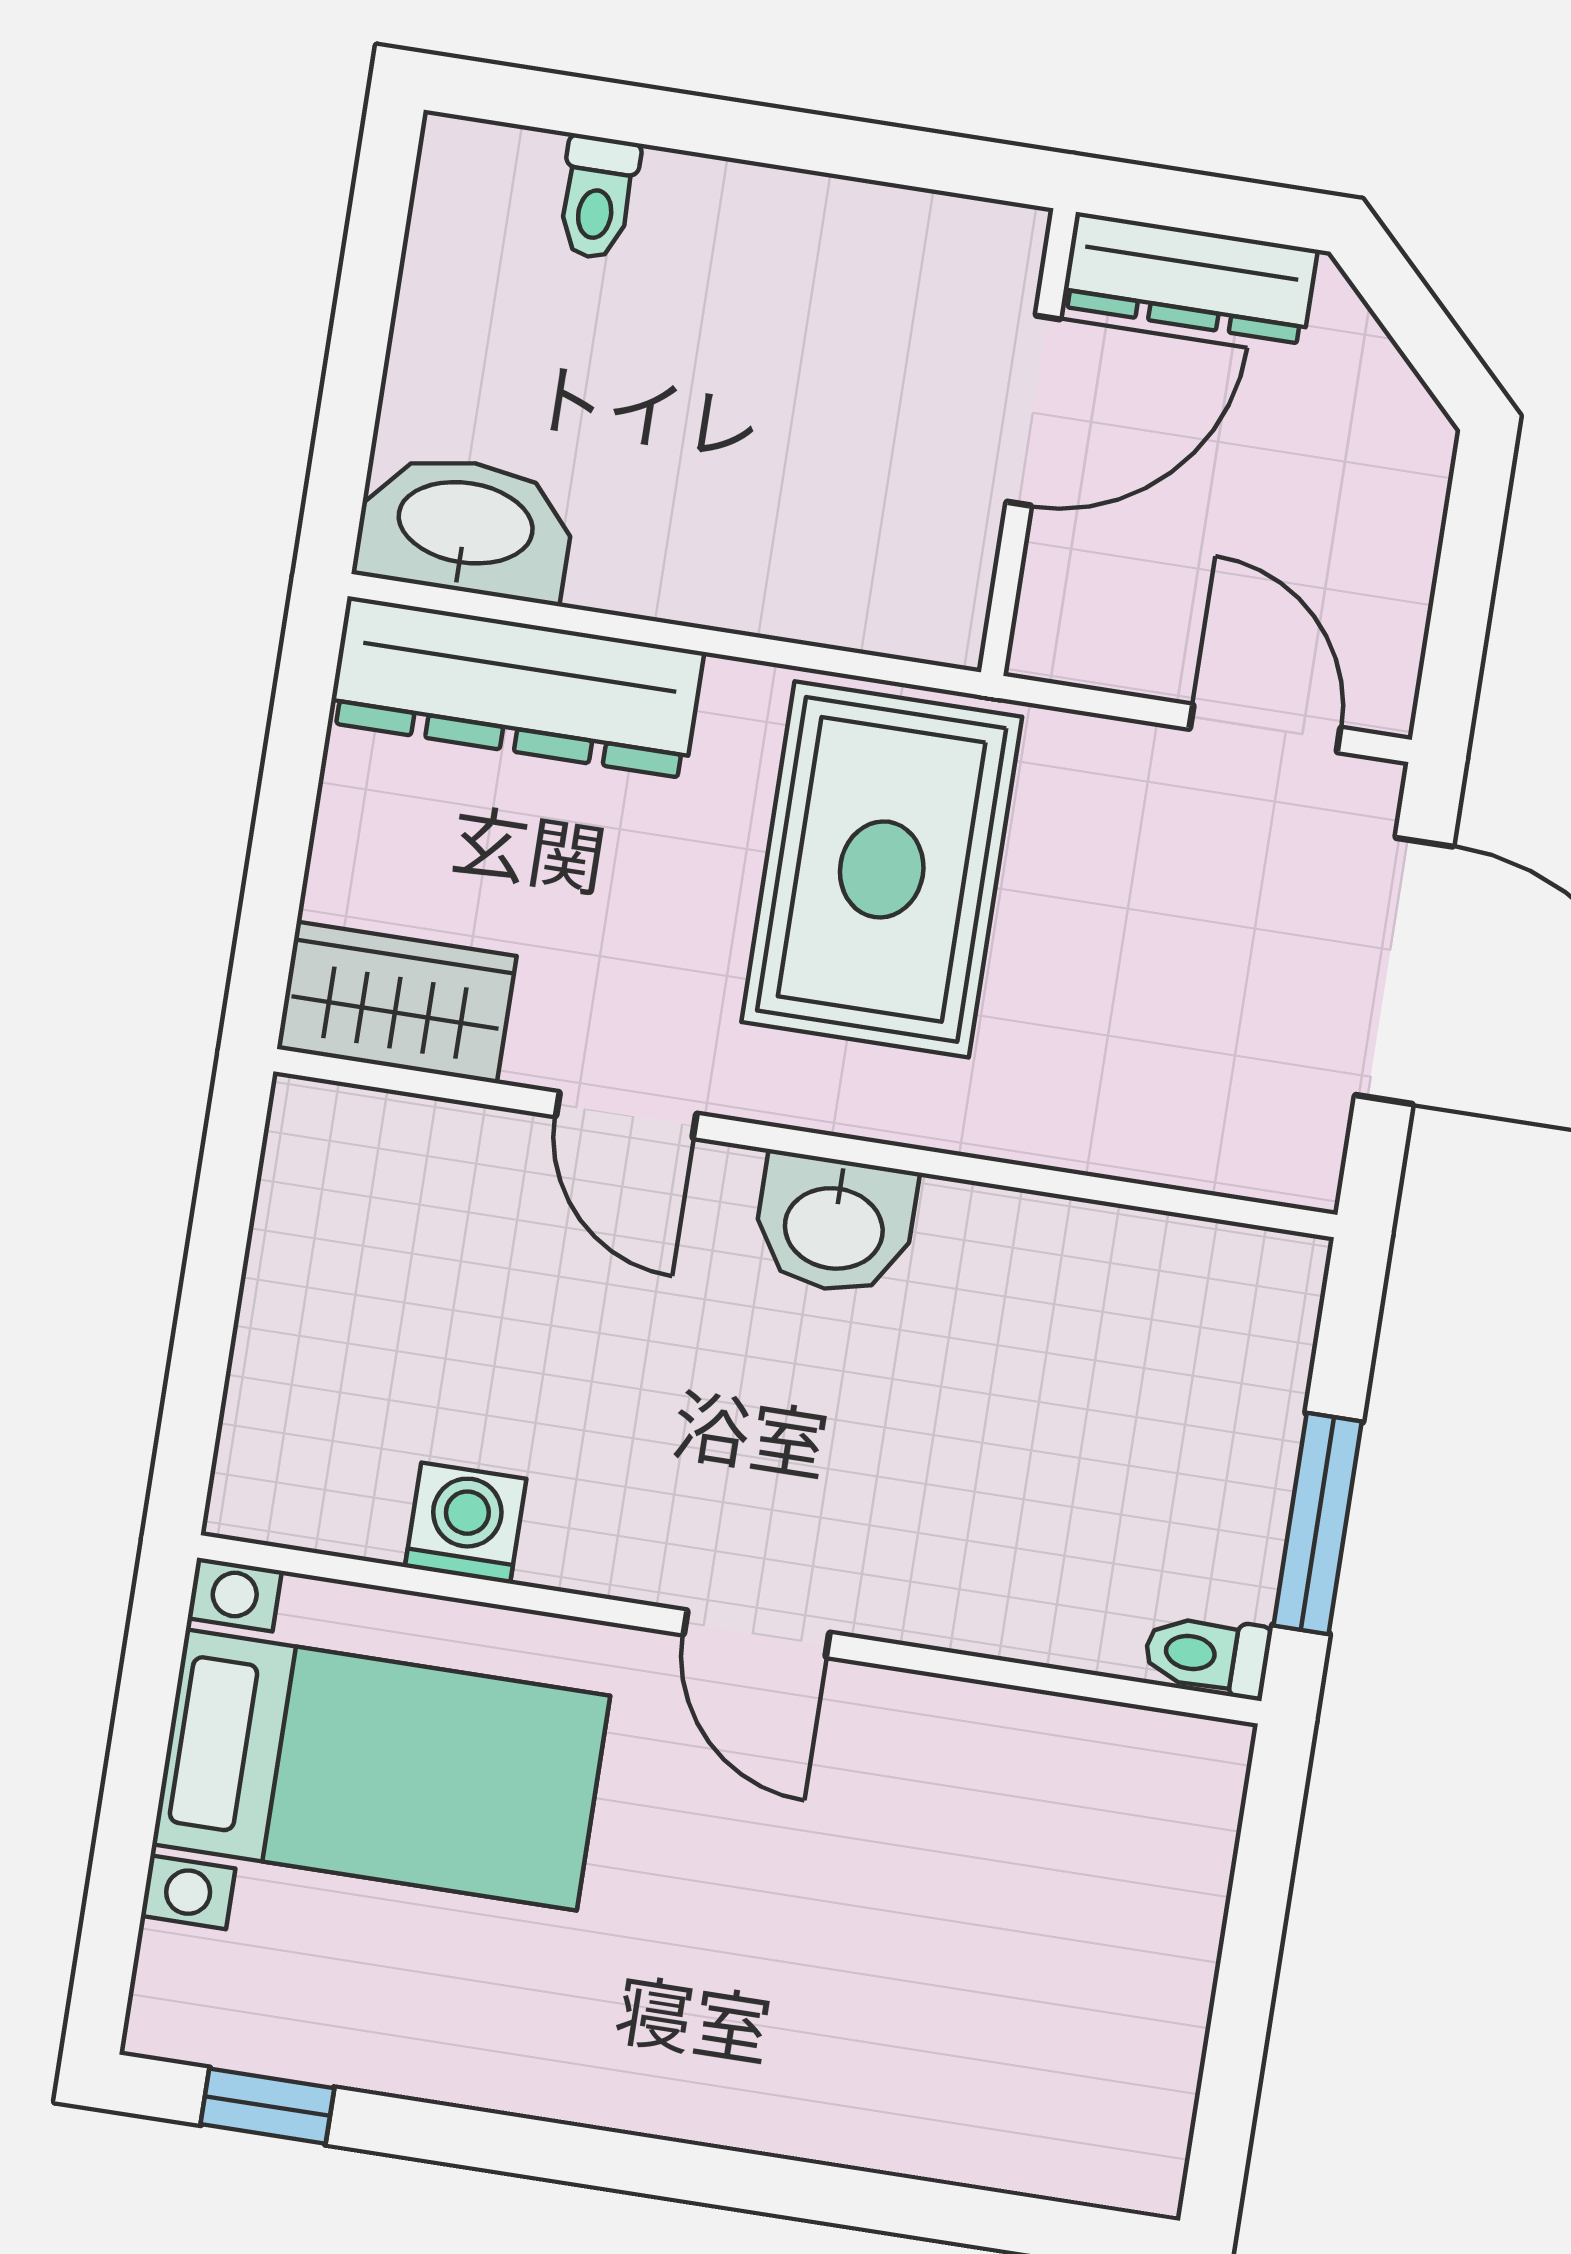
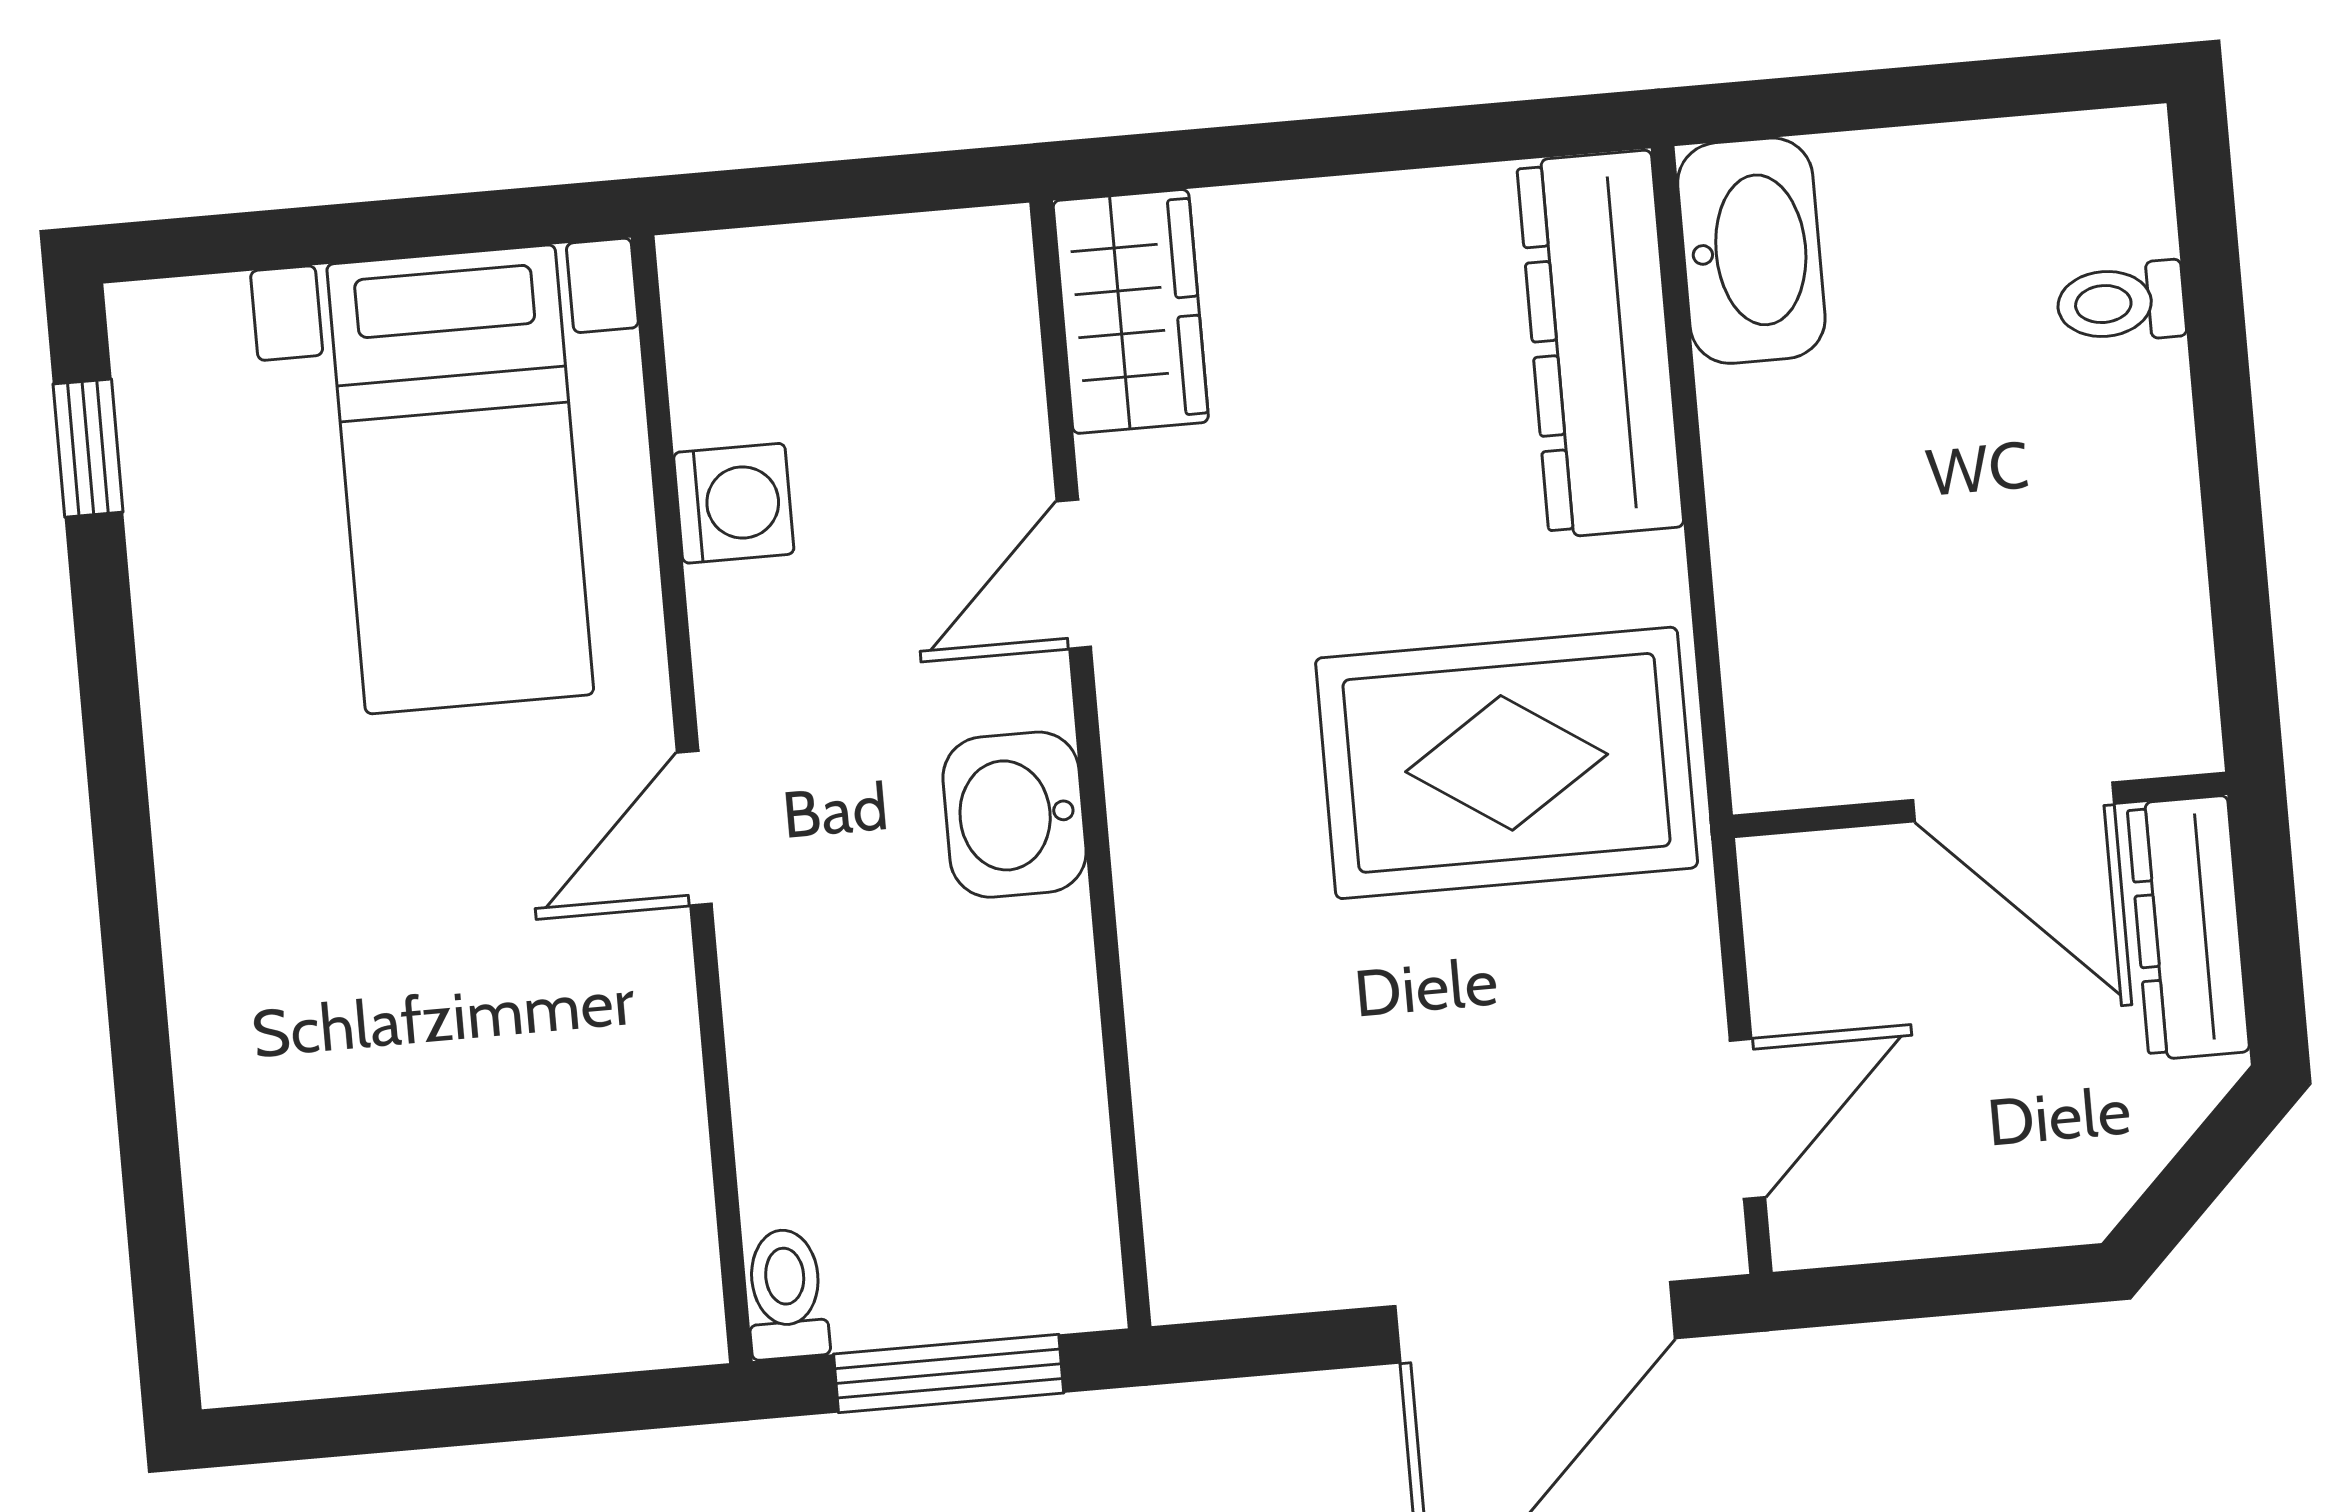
wardrobe: (397, 1002) -> (1131, 311), moved
door: (626, 1115) -> (1074, 574), moved
wall: (805, 1143) -> (1090, 764), moved
washbasin: (834, 1225) -> (1015, 815), moved

